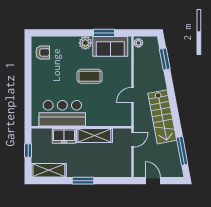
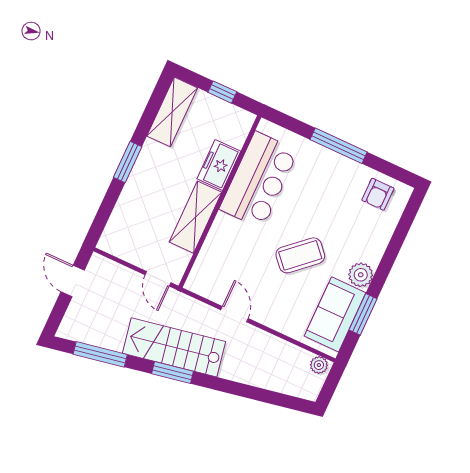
window: (165, 59) -> (173, 373), moved
coffee table: (90, 76) -> (300, 255), turned 48
window: (28, 82) -> (339, 146), added
door: (153, 181) -> (73, 281), swing flipped

